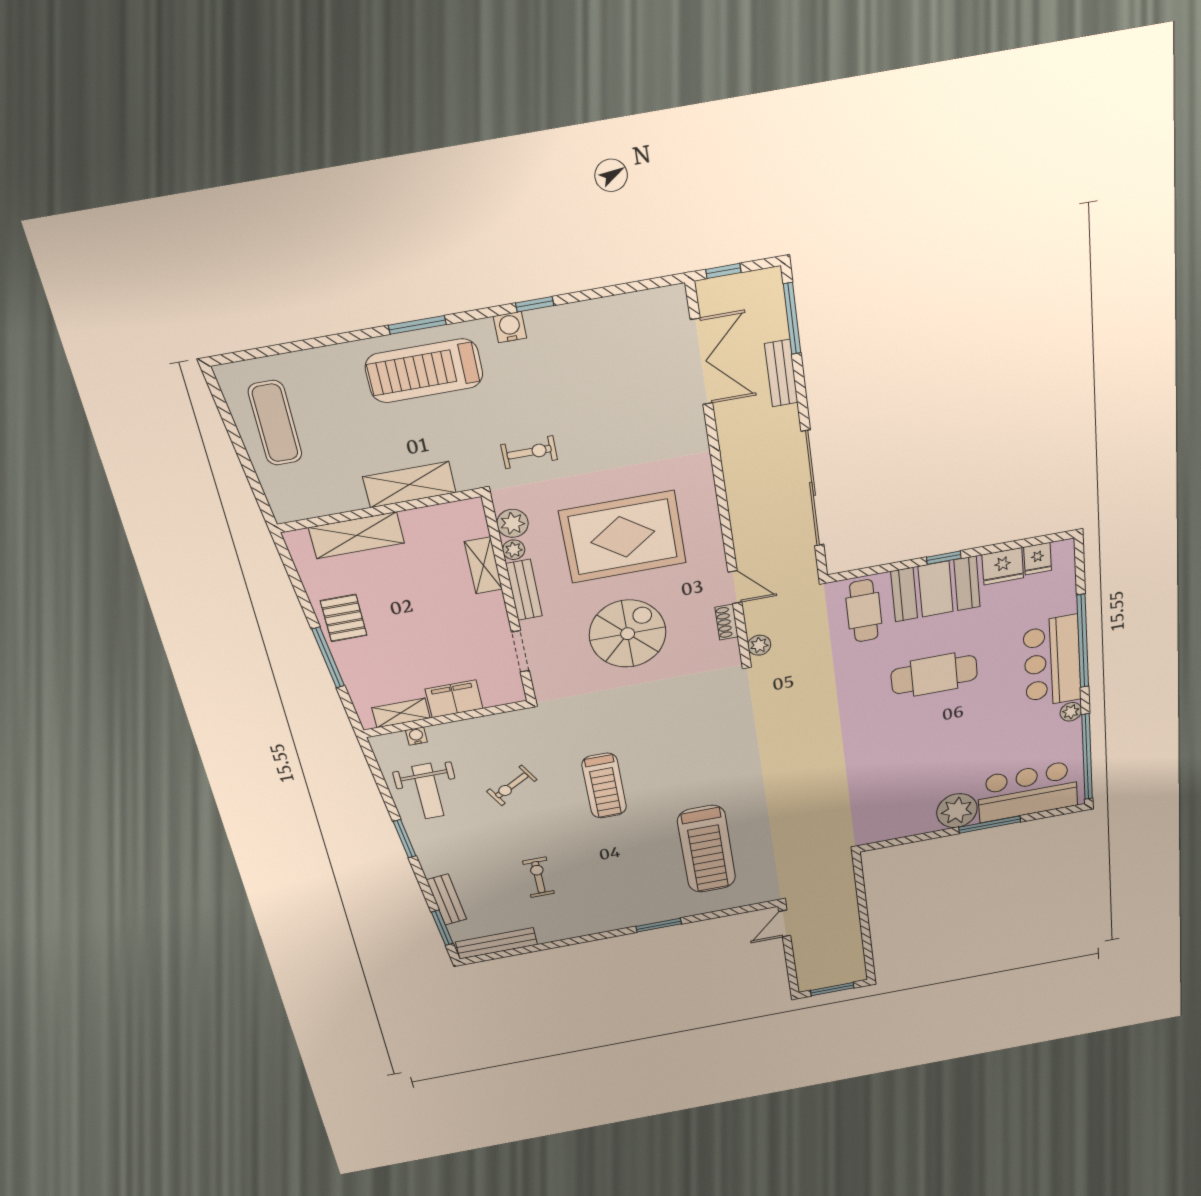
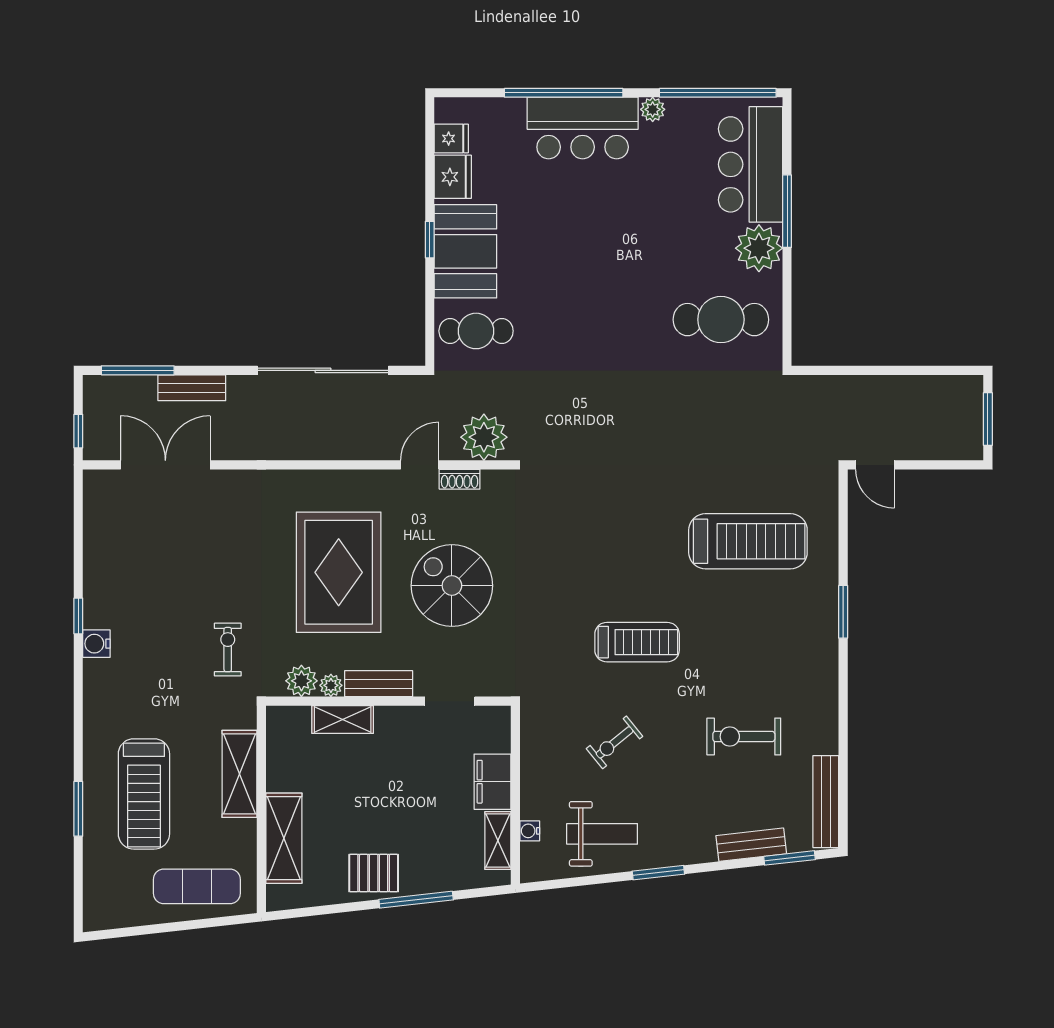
window: (417, 325) -> (78, 809), moved
treadmill: (424, 371) -> (144, 794), moved
exercise mat: (275, 423) -> (197, 886), moved
plant: (759, 645) -> (484, 437), width x1.87, depth x1.87
cafe table: (934, 675) -> (721, 320), moved, turned 90
exercise bike: (512, 785) -> (615, 742), turned 81
exercise bike: (538, 877) -> (744, 737), width x1.38, depth x1.39

